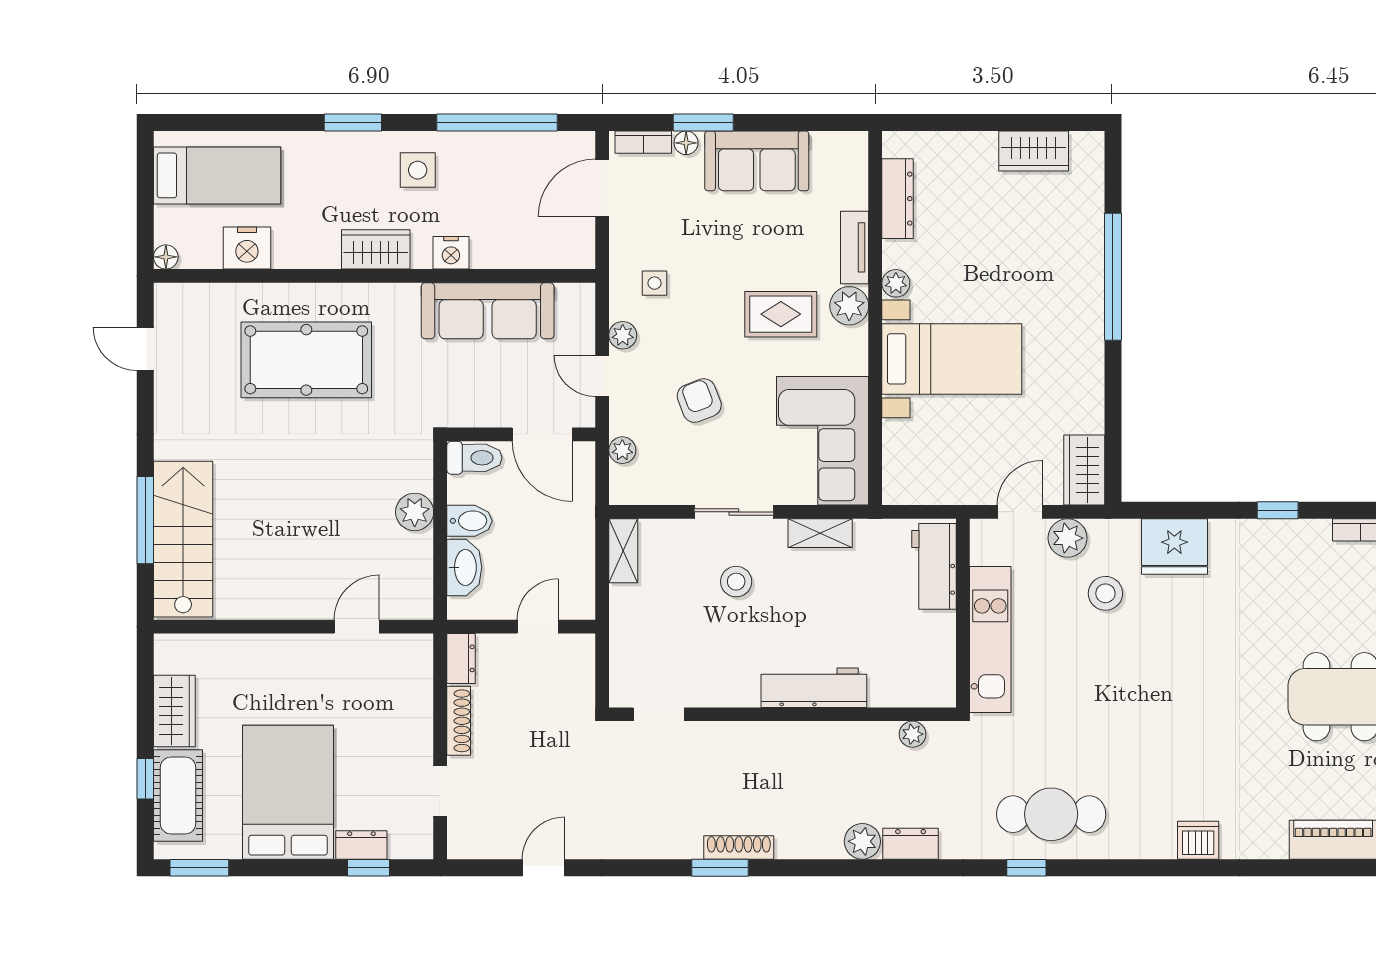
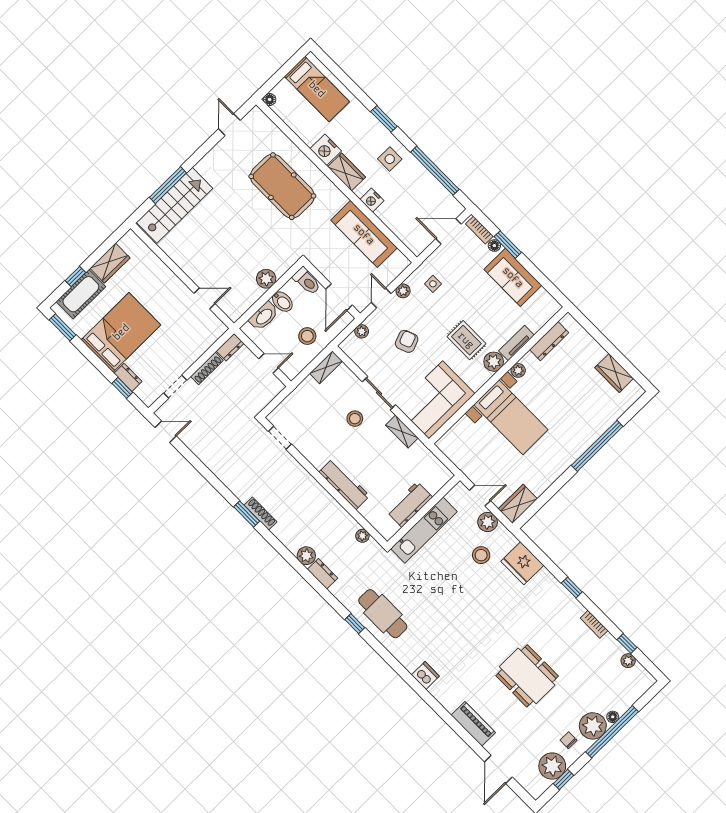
nightstand: (247, 248) -> (326, 150), moved
stool: (553, 534) -> (307, 336), added
workbench: (934, 566) -> (410, 504), moved
door: (543, 868) -> (166, 432), moved

